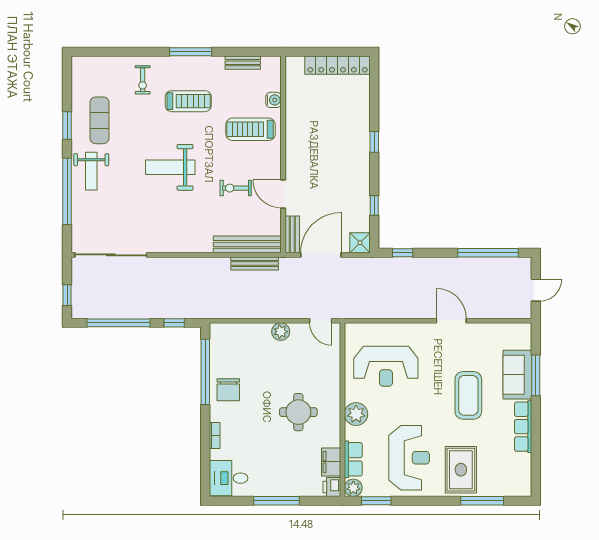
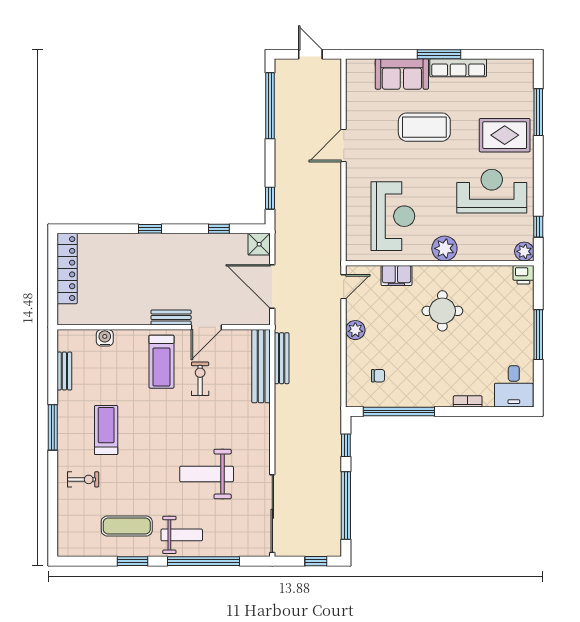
treadmill: (251, 129) -> (161, 362), moved
weight bench: (170, 167) -> (207, 474), moved, turned 90
exercise bike: (236, 188) -> (200, 379), turned 180
bench: (292, 234) -> (171, 317), moved
window: (536, 375) -> (439, 54), moved
chair: (228, 390) -> (378, 376), moved, width x0.54, depth x0.54
row of seats: (353, 459) -> (493, 252), removed
filing cabinet: (331, 462) -> (396, 275), moved
window: (376, 501) -> (538, 227), width x0.67

